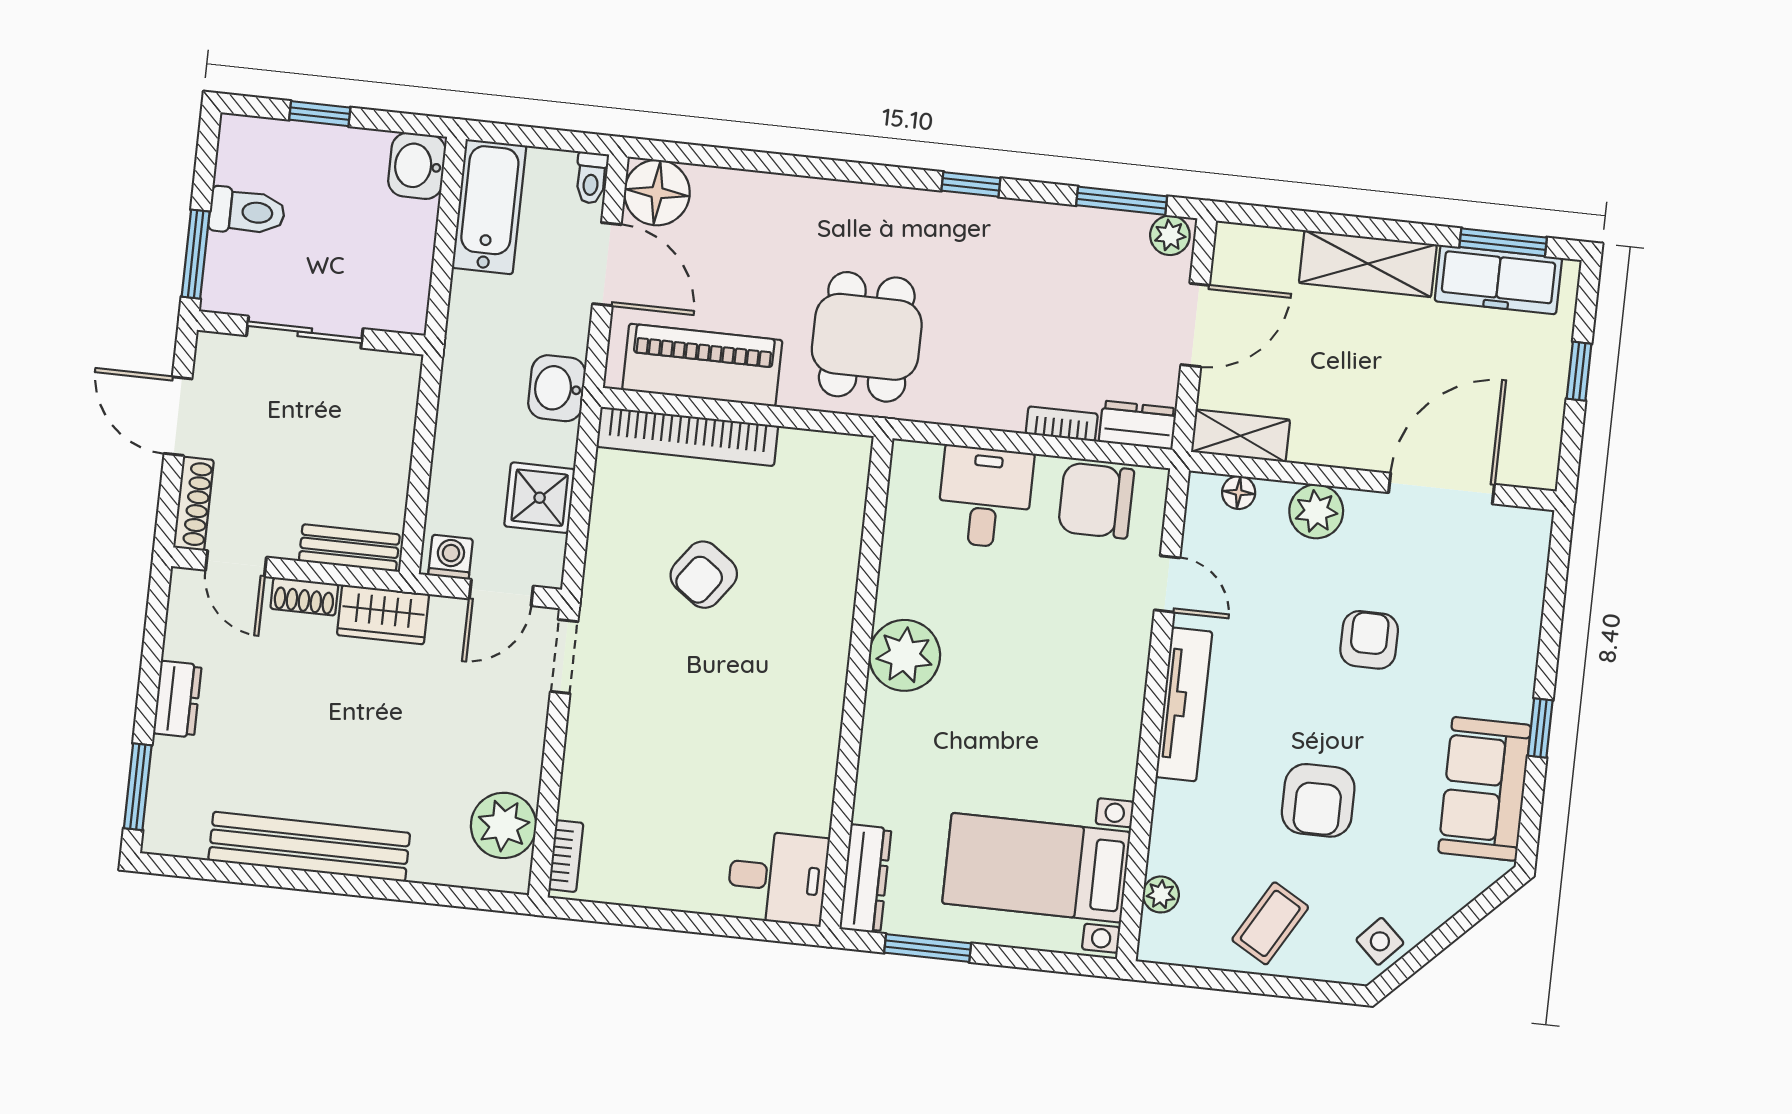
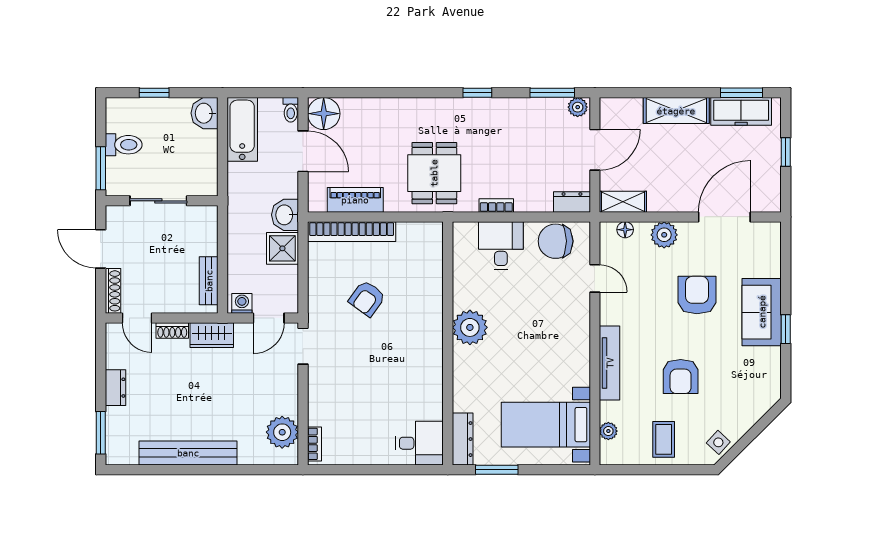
piano: (702, 365) -> (355, 200), width x0.73, depth x0.75
bookcase: (1062, 424) -> (496, 205), moved
shower: (540, 498) -> (282, 248), moved
bench: (349, 548) -> (209, 281), moved, turned 90
armchair: (1369, 640) -> (697, 295), width x1.38, depth x1.38
tv unit: (1184, 704) -> (610, 363), moved
sofa: (1485, 789) -> (762, 312), moved
coffee table: (1270, 923) -> (664, 439), turned -30

